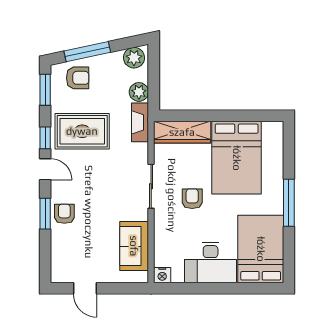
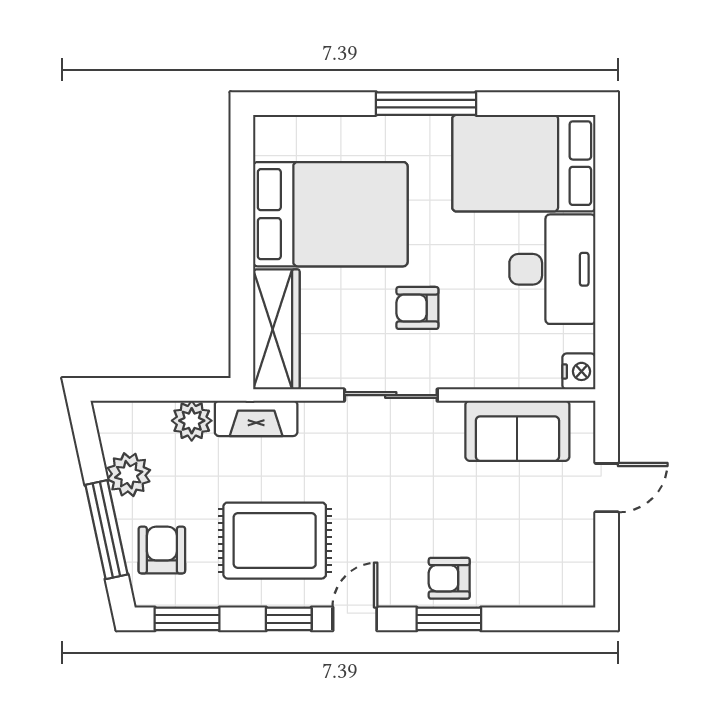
plant: (134, 58) -> (129, 475), moved
rug: (82, 131) -> (275, 541), turned 90
door: (85, 288) -> (607, 488), moved

